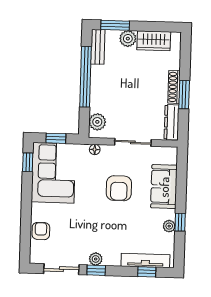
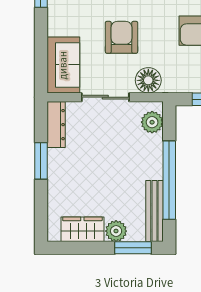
bench: (98, 47) -> (154, 211), width x1.36
shoe rack: (174, 87) -> (54, 170), removed
floor lamp: (95, 150) -> (148, 80), width x1.89, depth x1.89
sofa: (164, 187) -> (63, 65), moved

